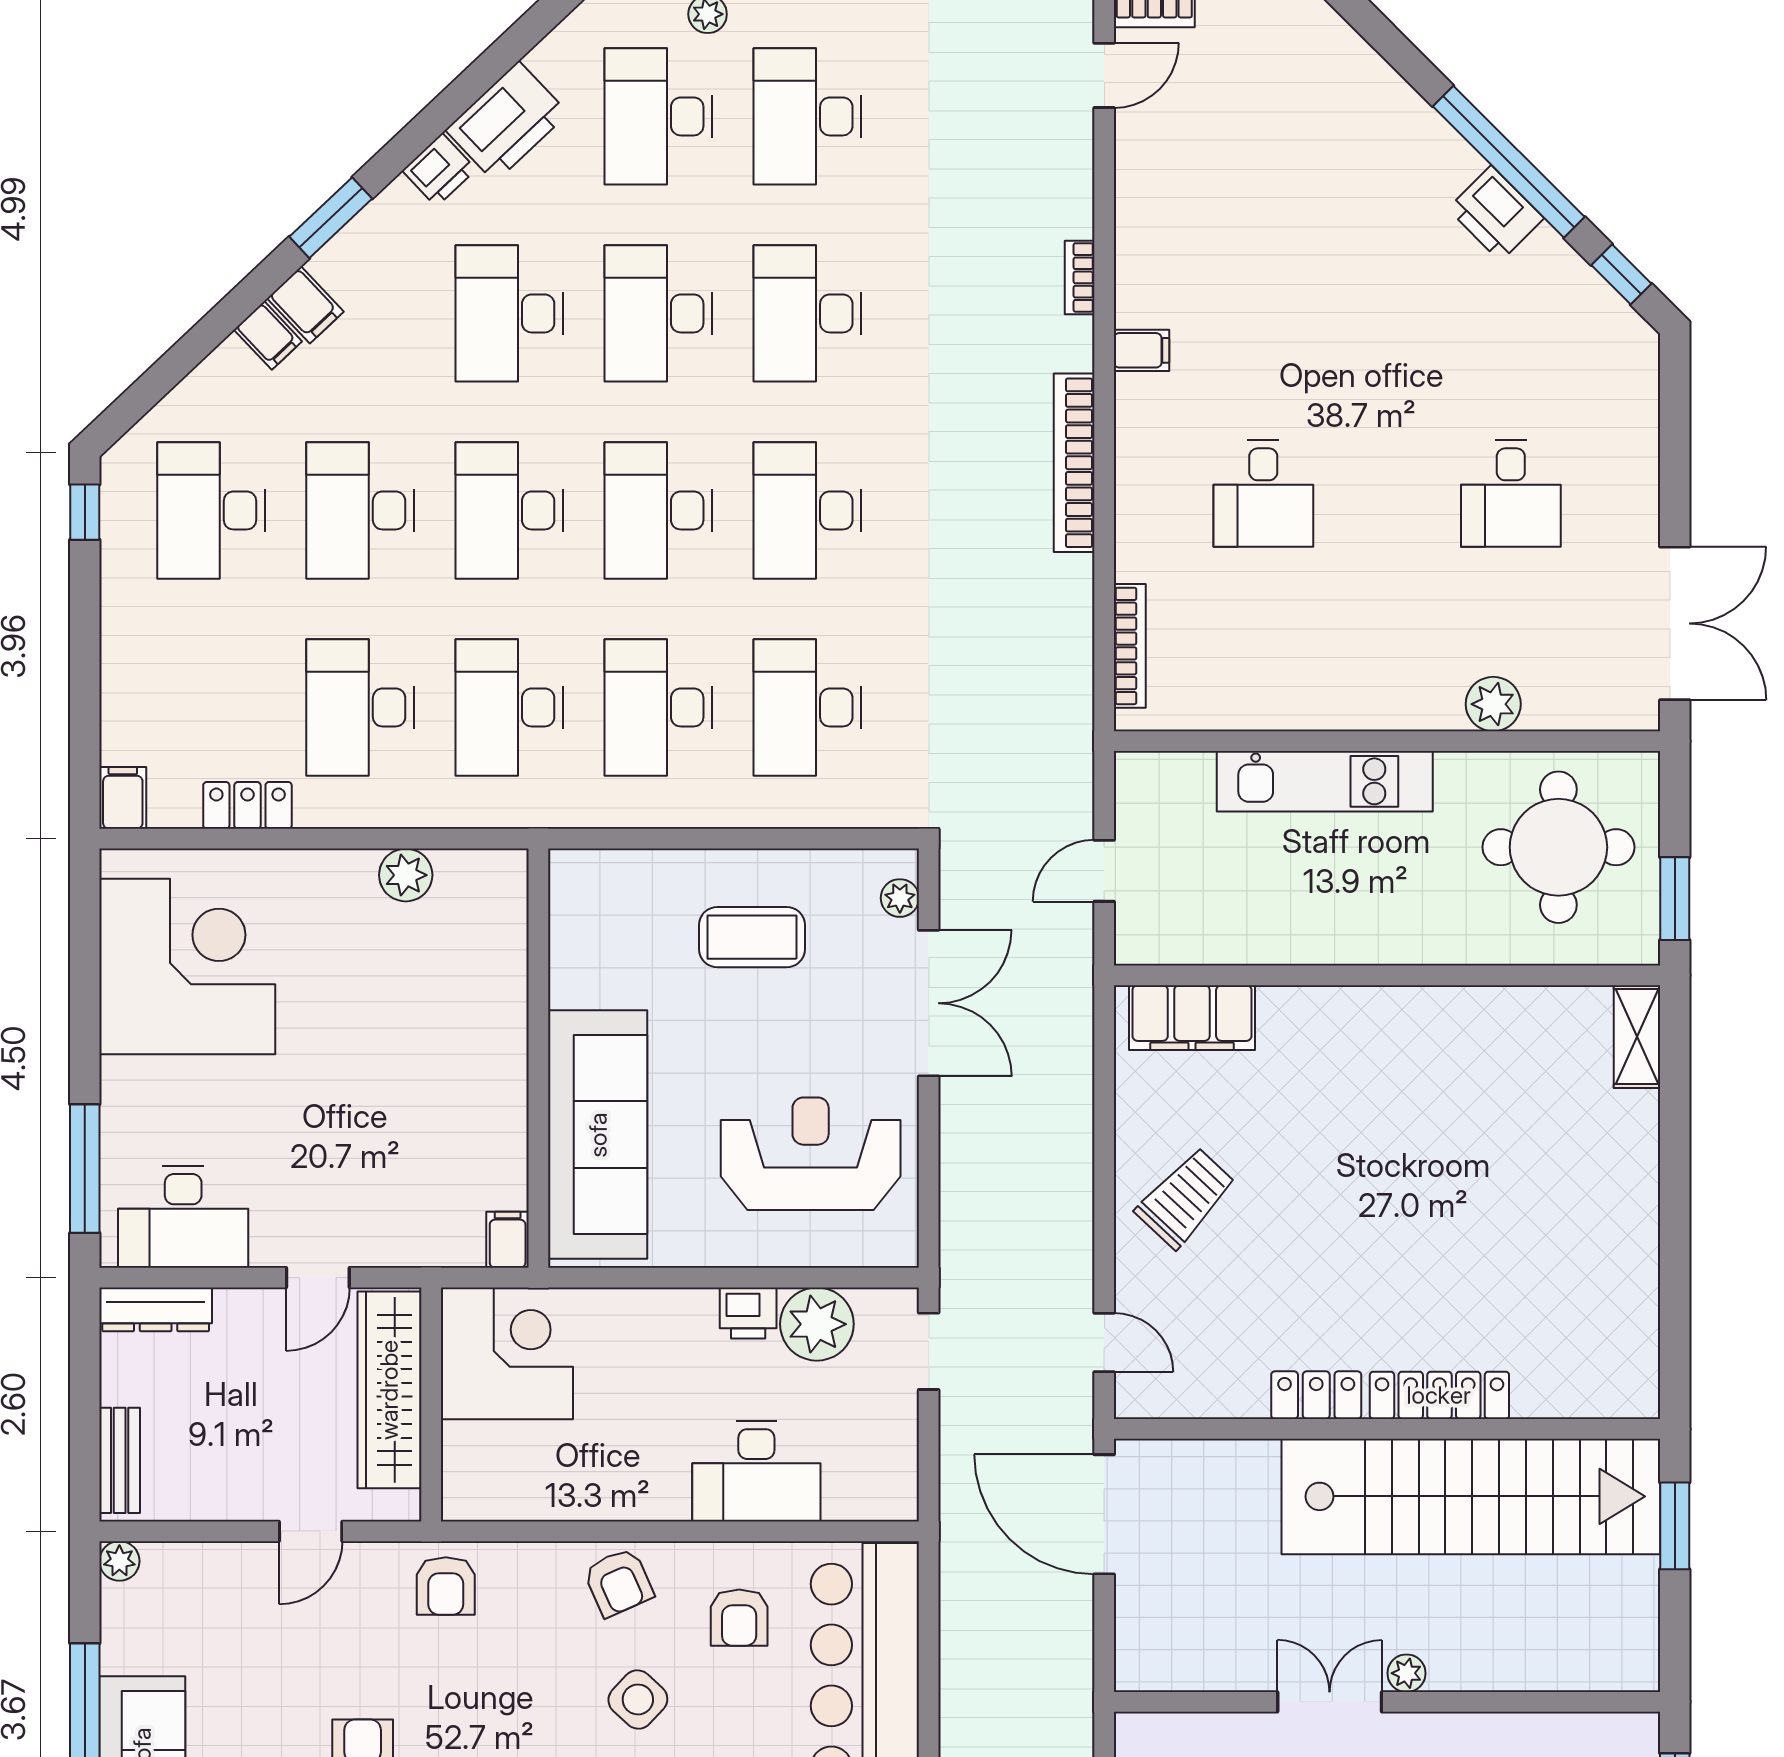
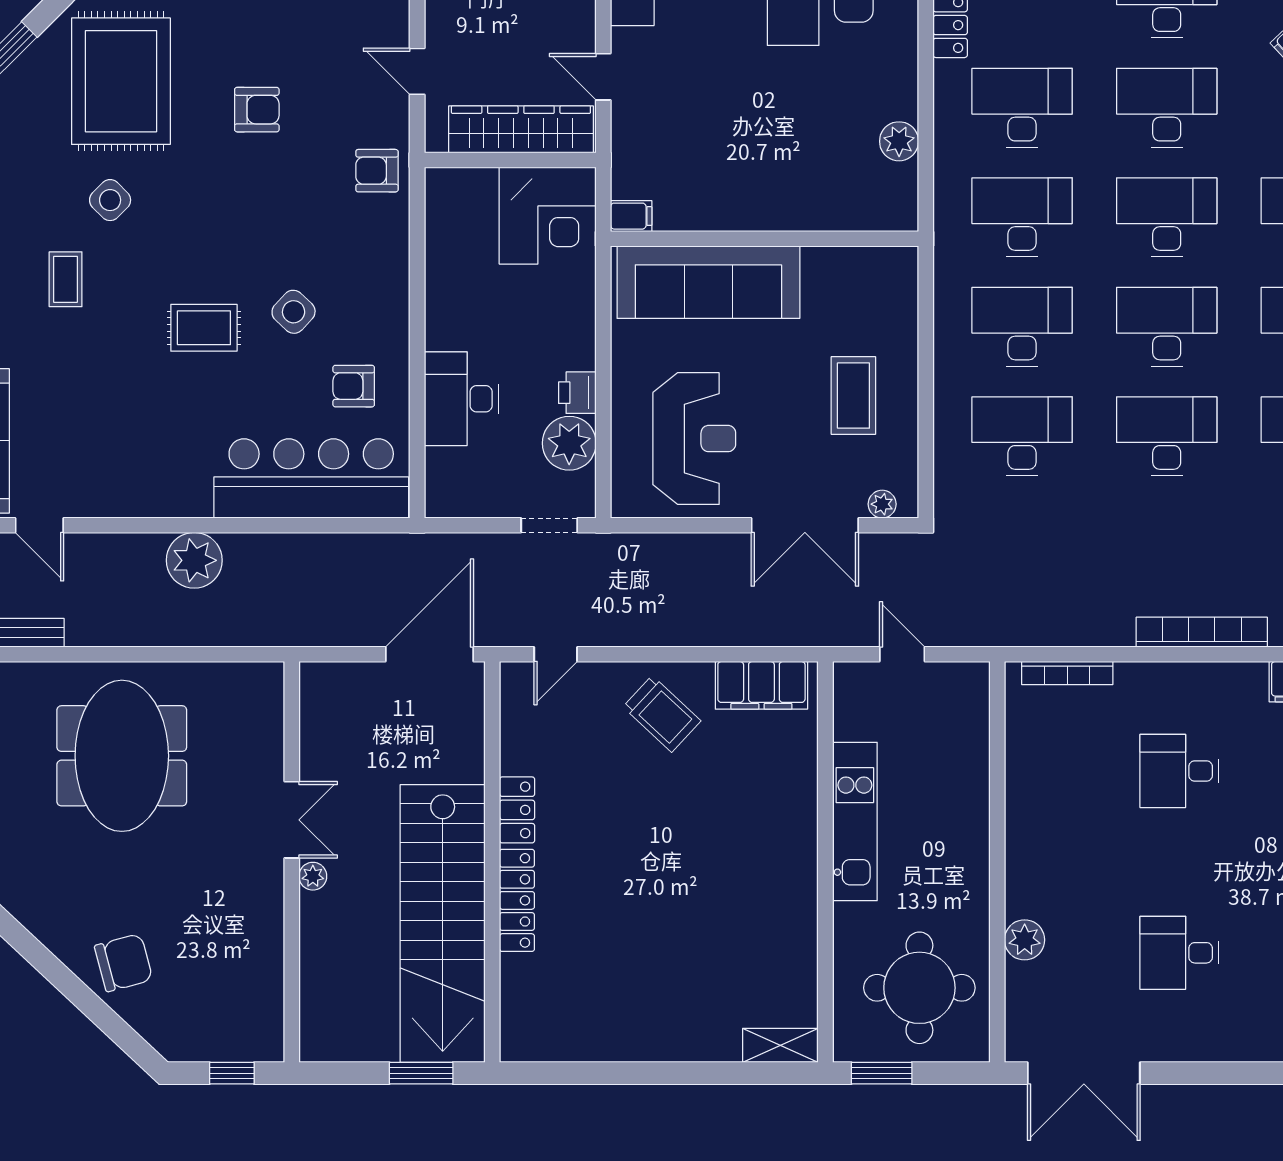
kitchen unit: (1325, 781) -> (855, 822), moved, turned 180
filing cabinet: (1192, 1018) -> (761, 685), moved, turned -90
armchair: (618, 1582) -> (380, 298), removed

